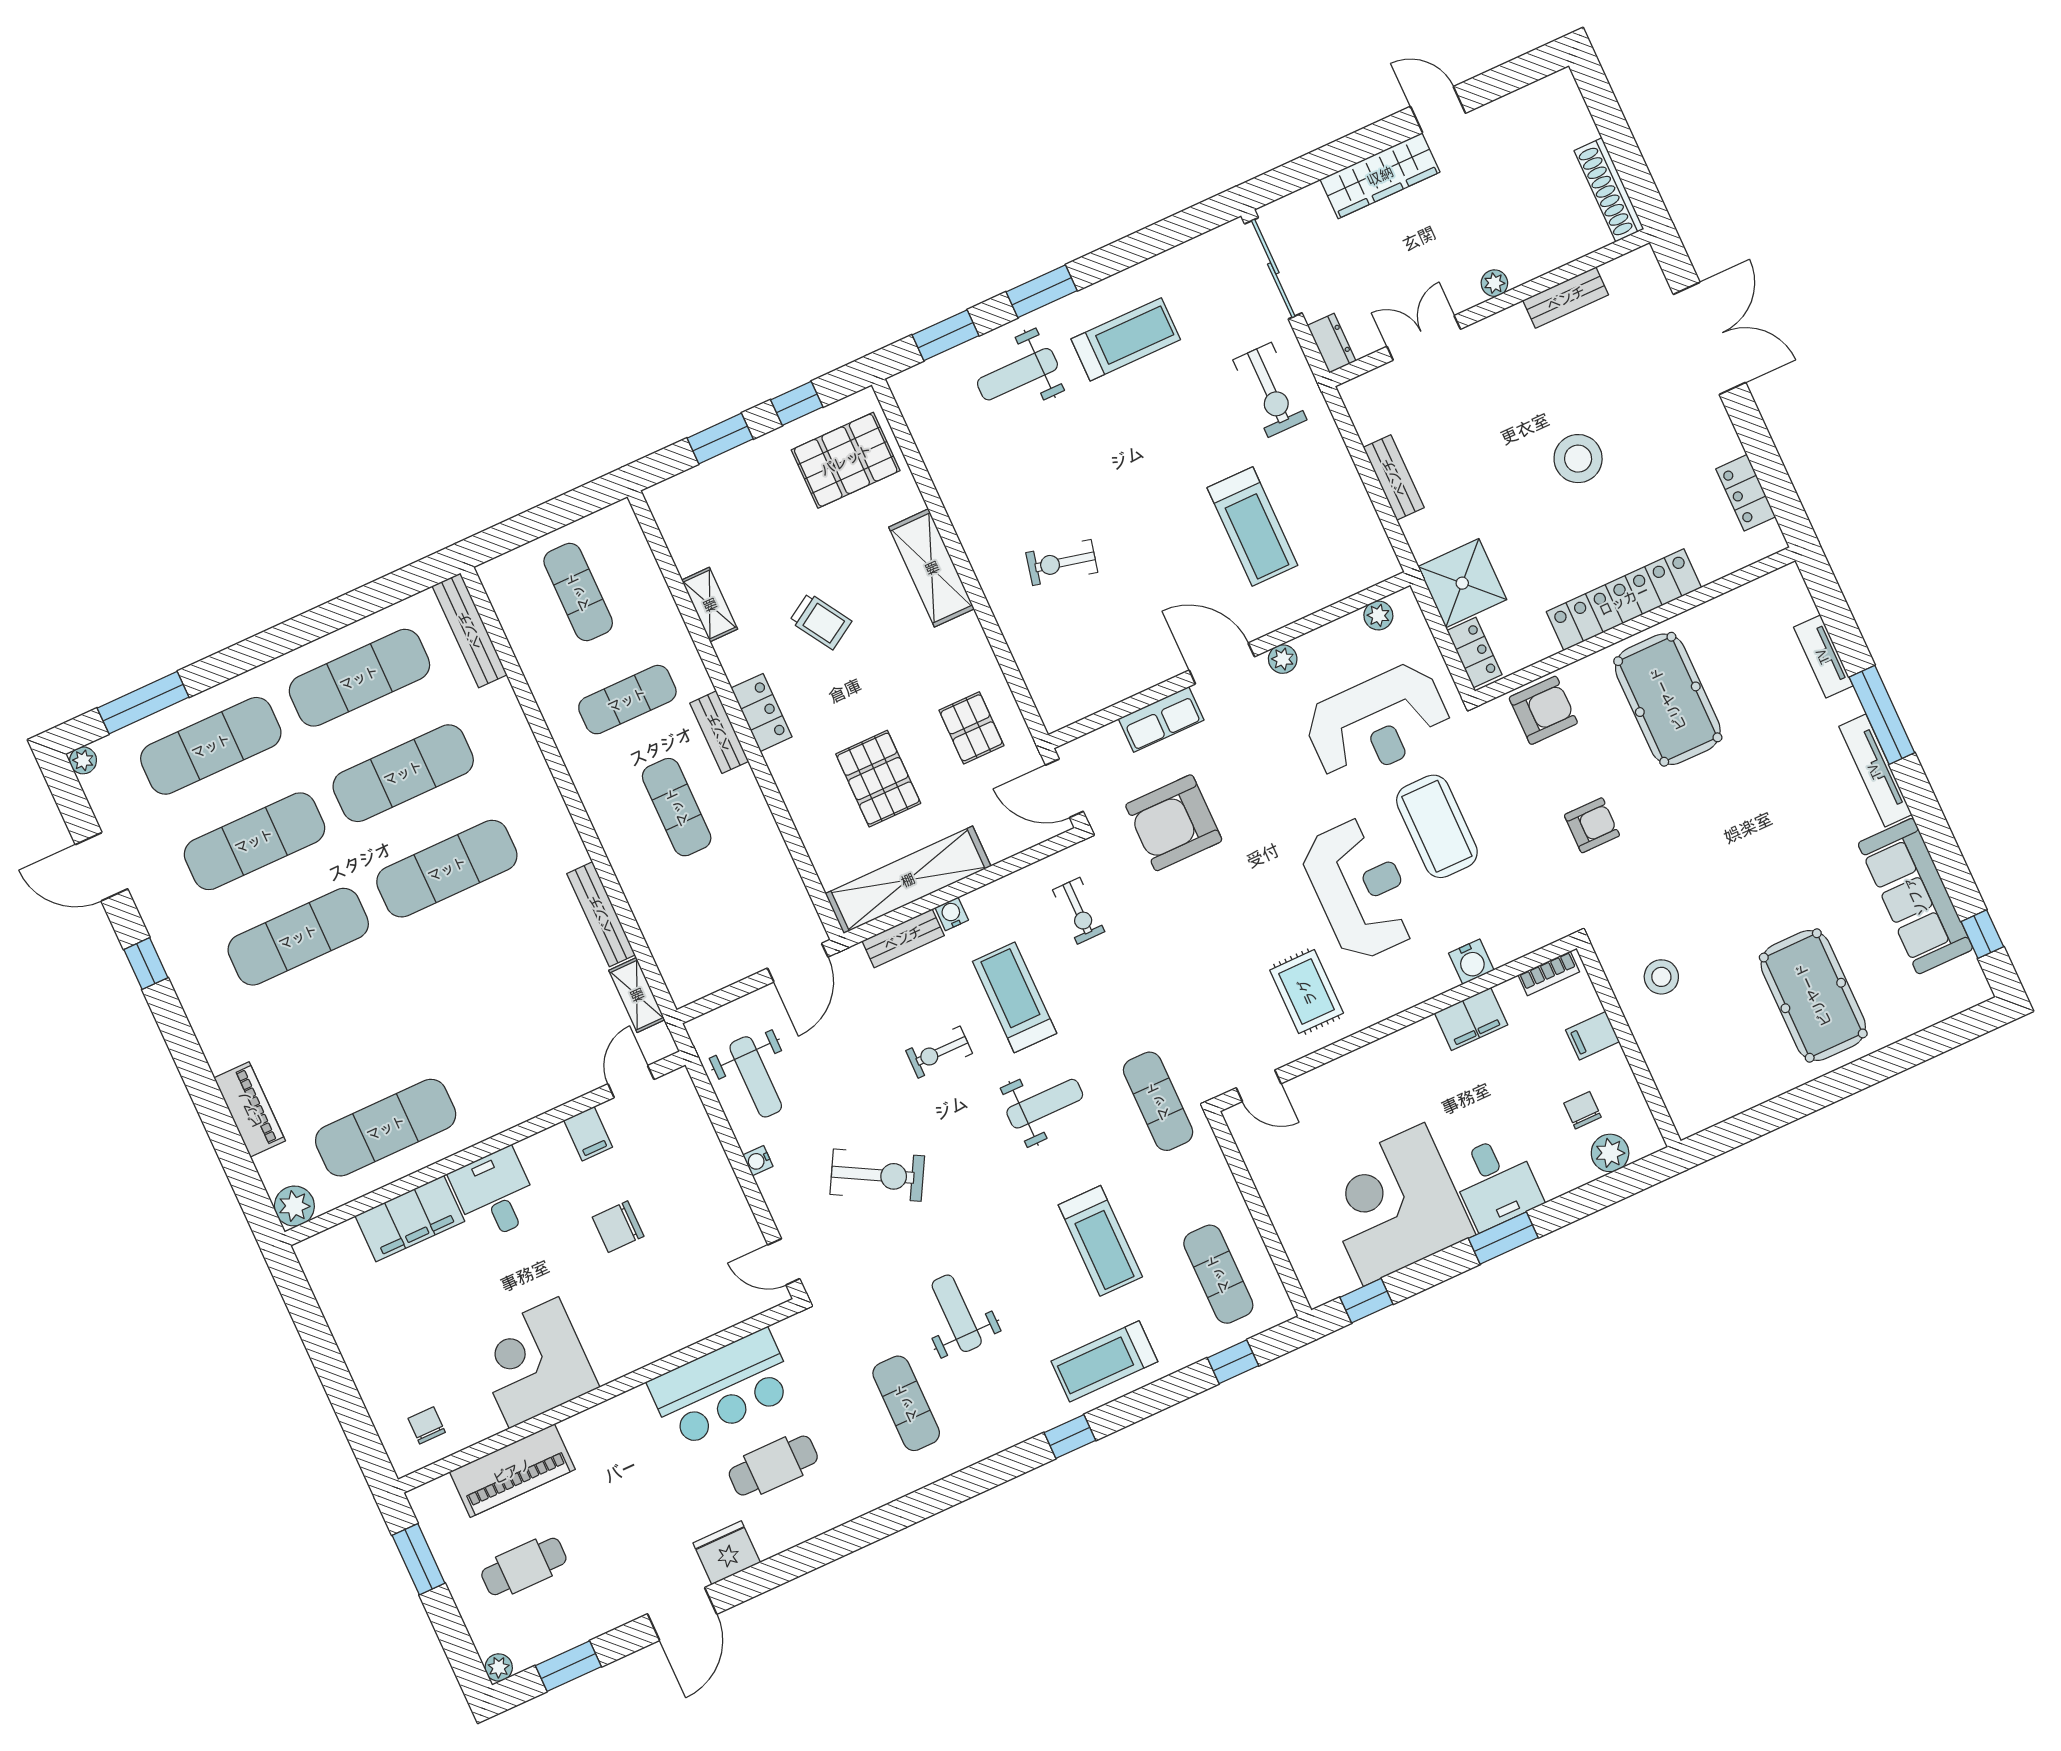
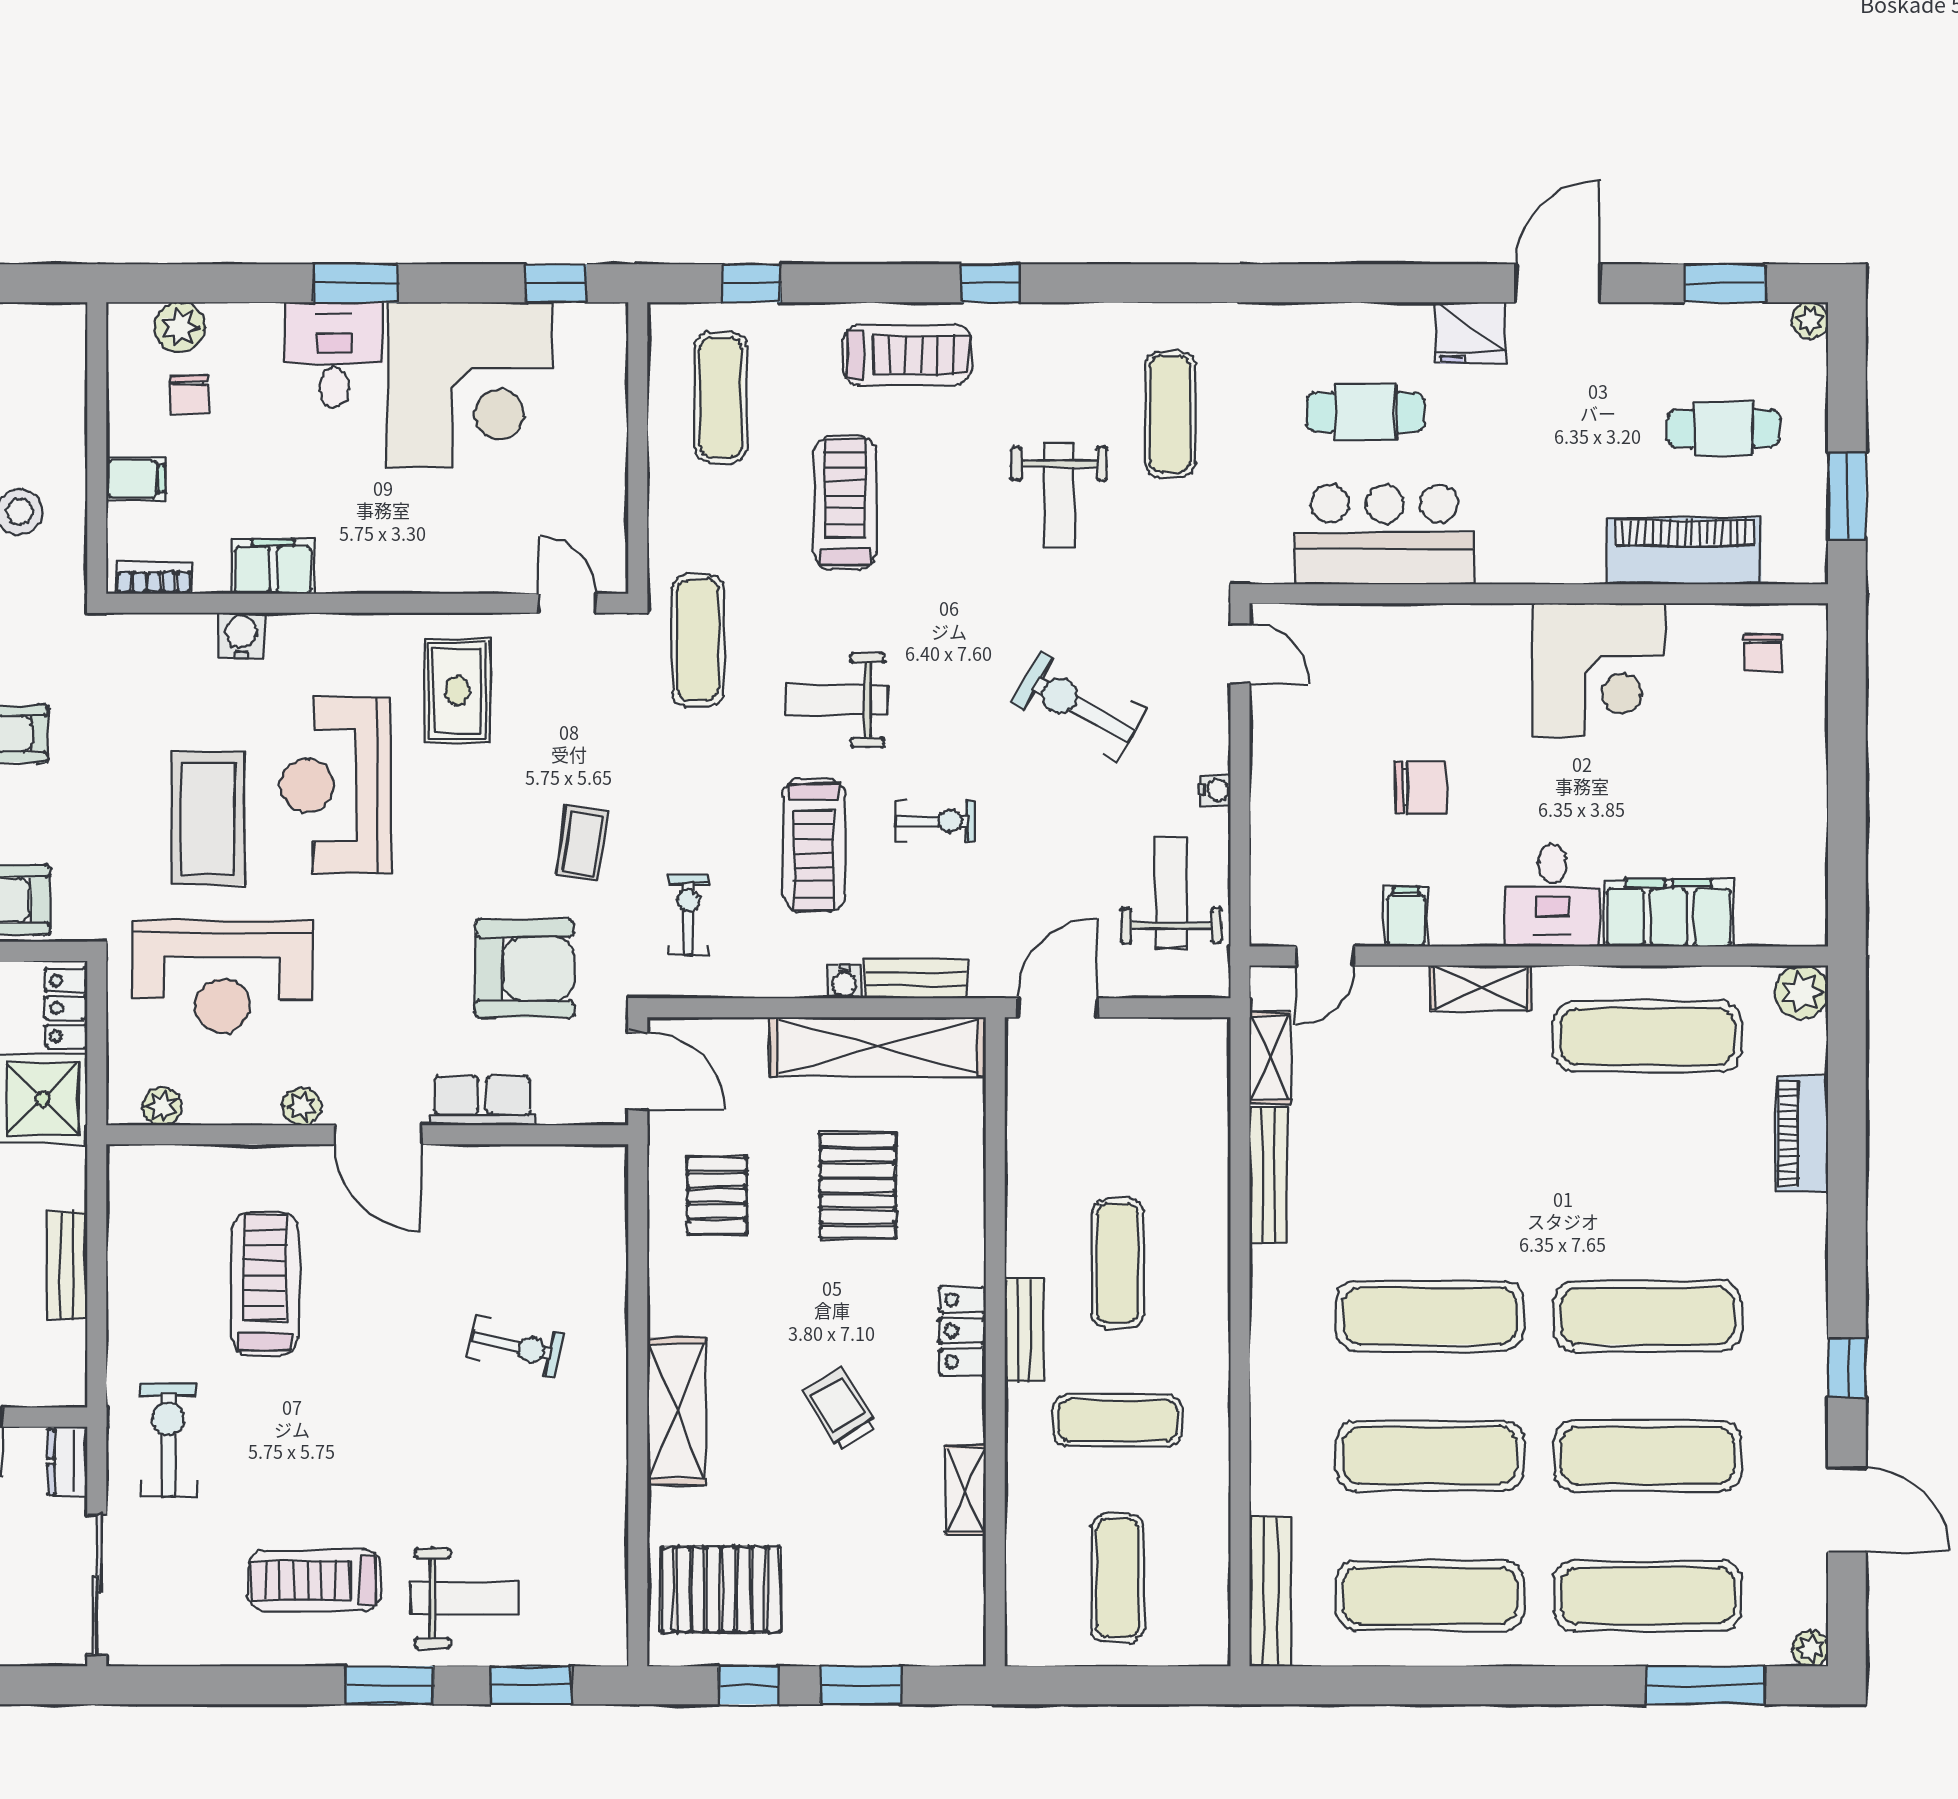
reception desk: (1378, 723) -> (222, 977), turned 180
coffee table: (1174, 927) -> (582, 843), added
shelving: (515, 1108) -> (1480, 988), added

